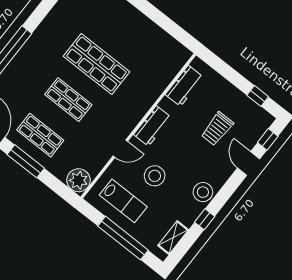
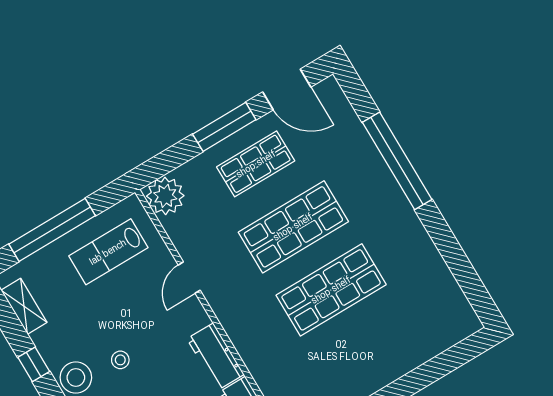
shop shelf: (68, 100) -> (293, 227), width x1.43, depth x1.36
workbench: (152, 126) -> (215, 357), moved
stool: (155, 176) -> (120, 360), moved, width x0.53, depth x0.53

